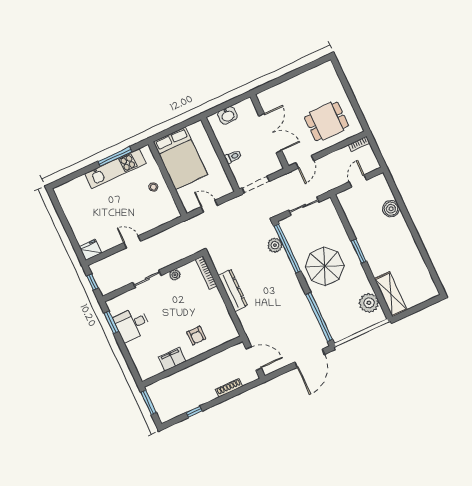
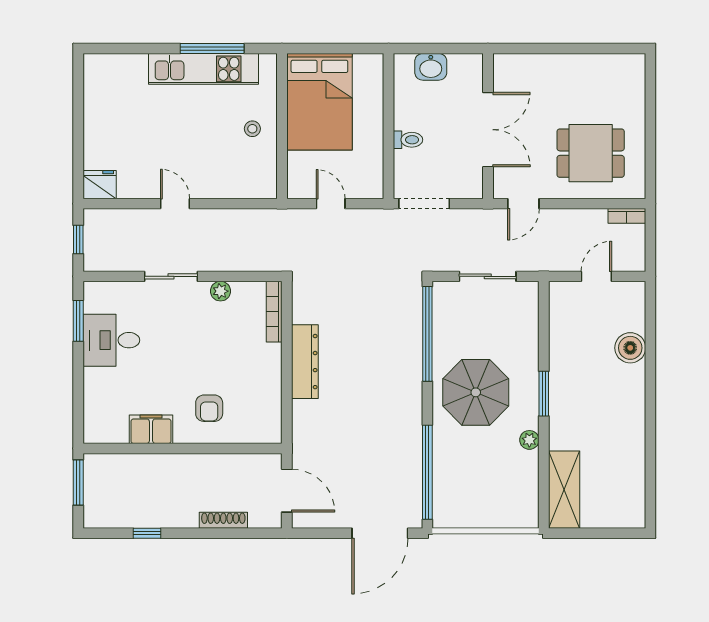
plant: (275, 245) -> (409, 319), removed
plant: (369, 303) -> (529, 440), moved, width x0.53, depth x0.53

